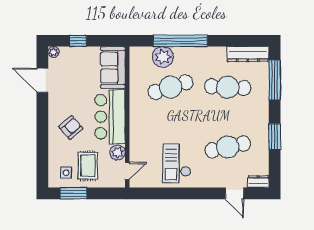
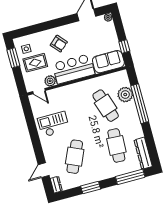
window: (78, 41) -> (124, 46), moved
cafe table: (228, 147) -> (75, 157), turned 36

